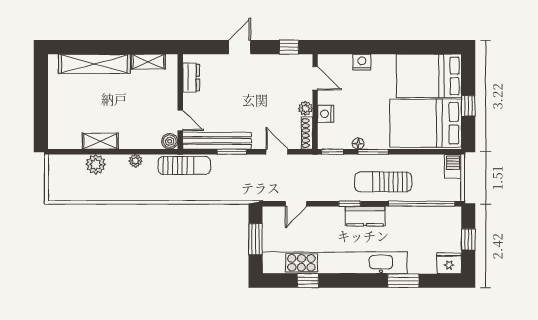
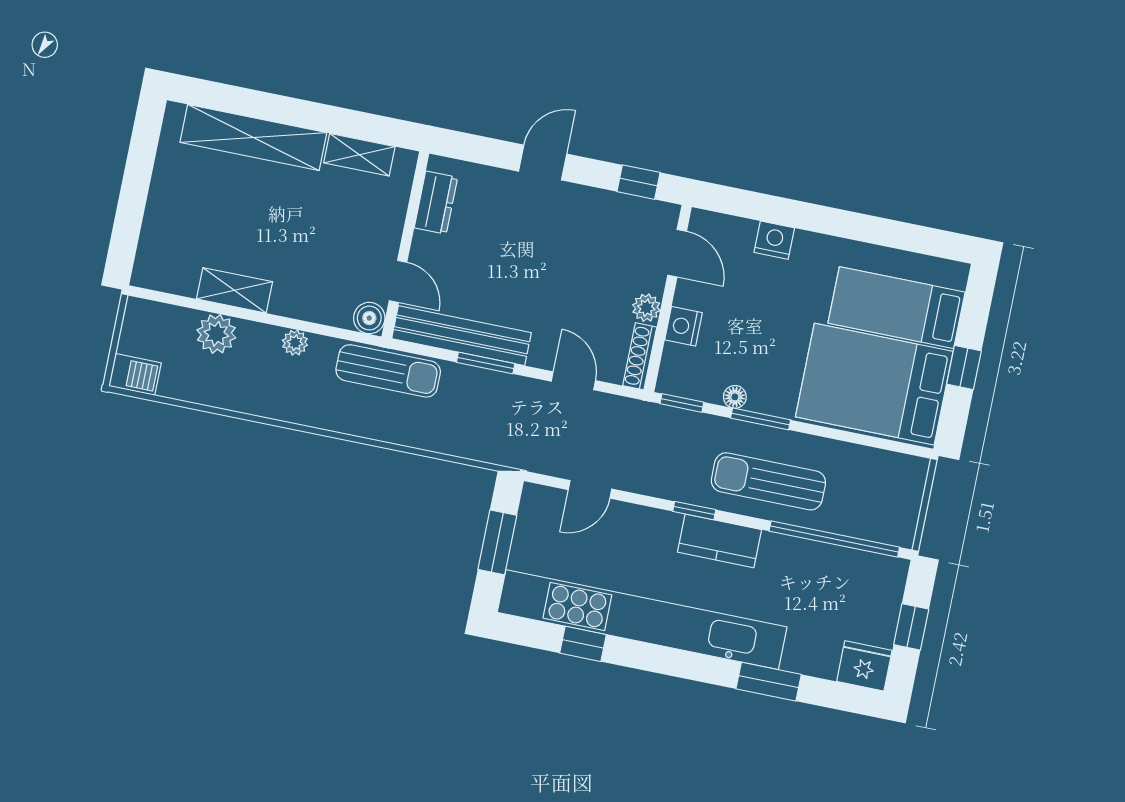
bed: (429, 76) -> (897, 308), width x0.67
barbecue: (453, 166) -> (135, 374), moved, turned 90

